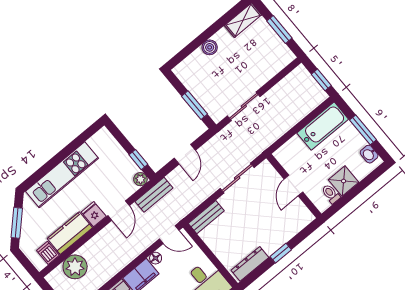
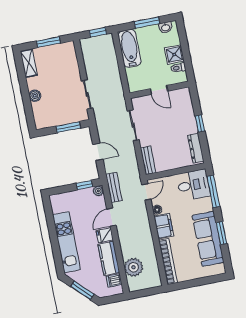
door: (119, 211) -> (111, 217), swing flipped

